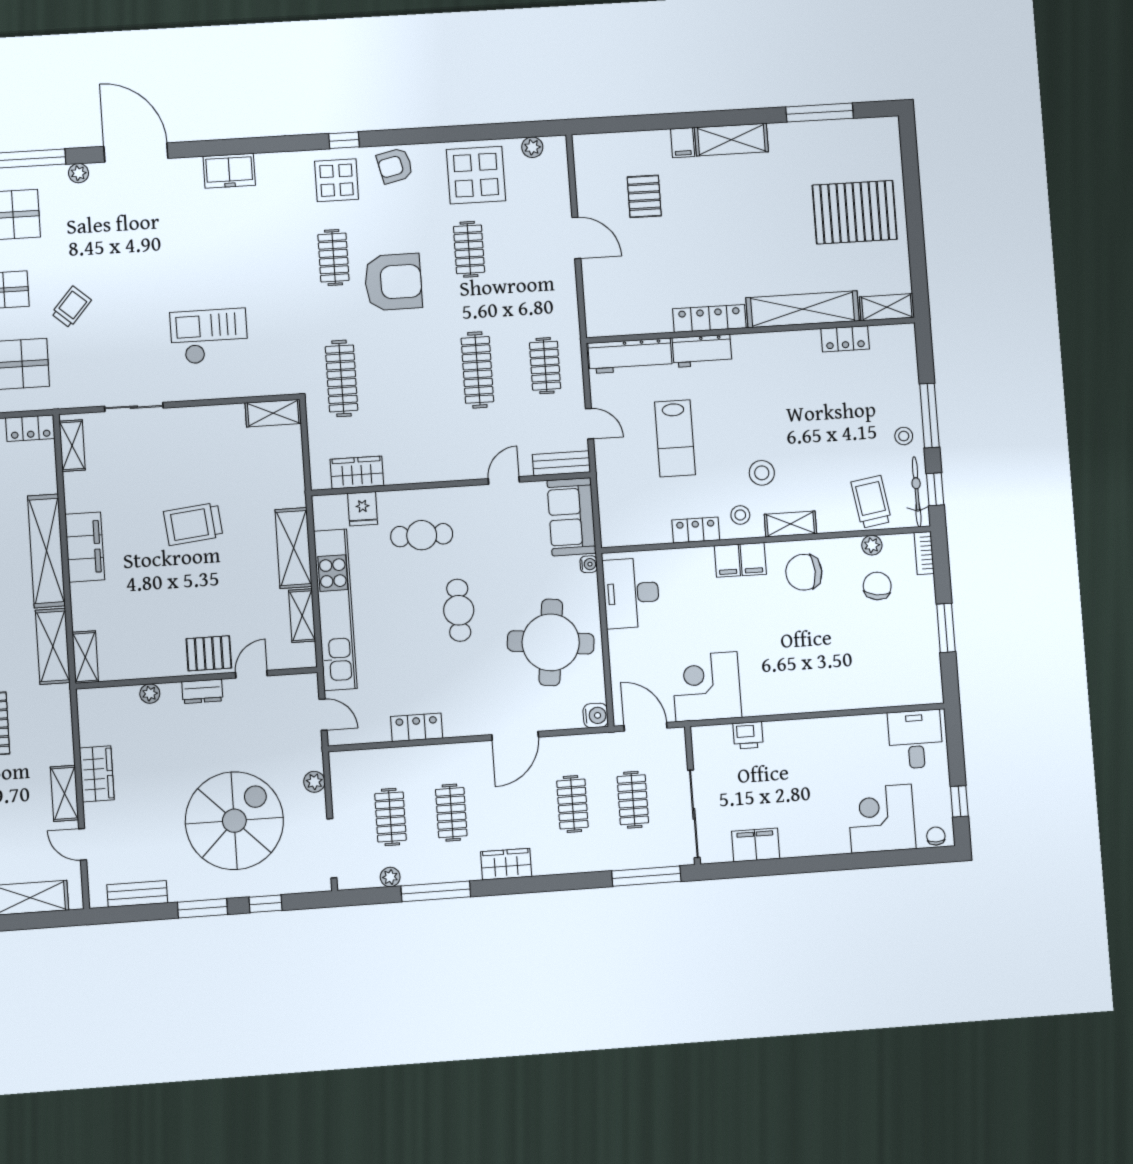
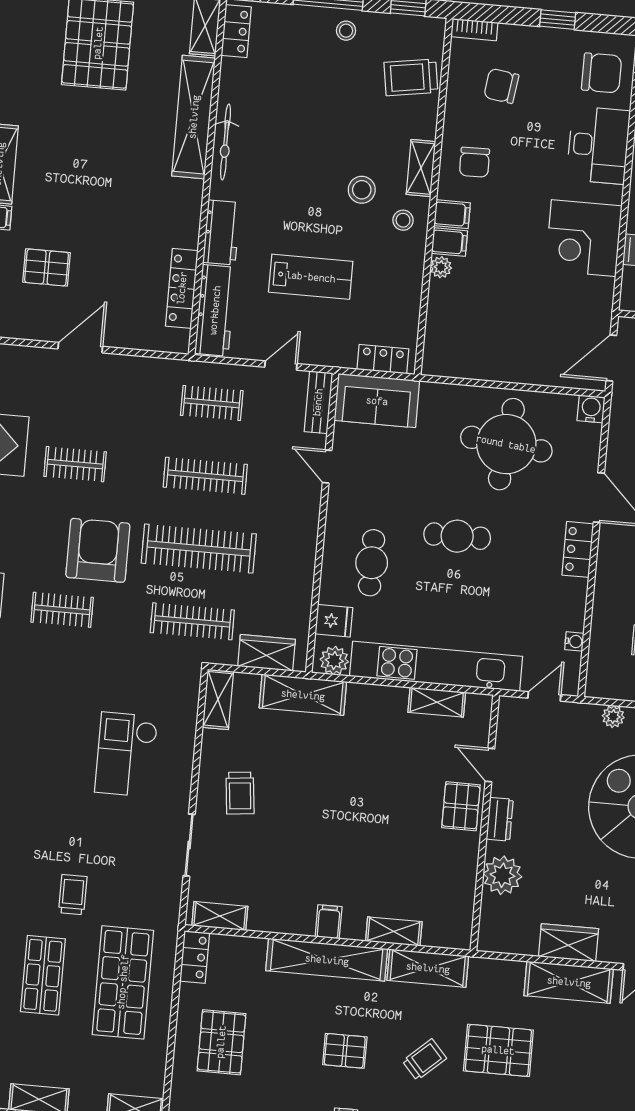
trolley: (71, 307) -> (73, 895), turned 49
locker: (709, 318) -> (182, 288), moved
locker: (845, 339) -> (236, 31), moved
clothes rail: (410, 374) -> (199, 549), added
wardrobe: (357, 472) -> (267, 653), moved, turned 90
bicycle: (917, 492) -> (226, 142), moved, turned -90
plant: (326, 515) -> (334, 660), added
trolley: (193, 524) -> (240, 793), moved, width x0.73, depth x0.72
locker: (696, 530) -> (383, 359), moved, turned 90
plant: (872, 545) -> (441, 267), moved
filing cabinet: (85, 547) -> (329, 922), width x0.33, depth x0.86
shelving: (294, 548) -> (303, 695), moved
water cooler: (589, 564) -> (574, 641), moved, turned 90
chair: (804, 572) -> (475, 162), width x0.73, depth x0.73
desk: (631, 593) -> (598, 145), moved, turned -90
window: (946, 628) -> (558, 20), width x0.67
shelving: (85, 657) -> (394, 931), moved
chair: (904, 676) -> (602, 73), added
corner desk: (707, 687) -> (584, 238), moved
plant: (150, 694) -> (502, 875), width x1.88, depth x1.88
locker: (417, 727) -> (578, 549), moved
shelving: (64, 793) -> (569, 982), width x1.50, depth x1.33

